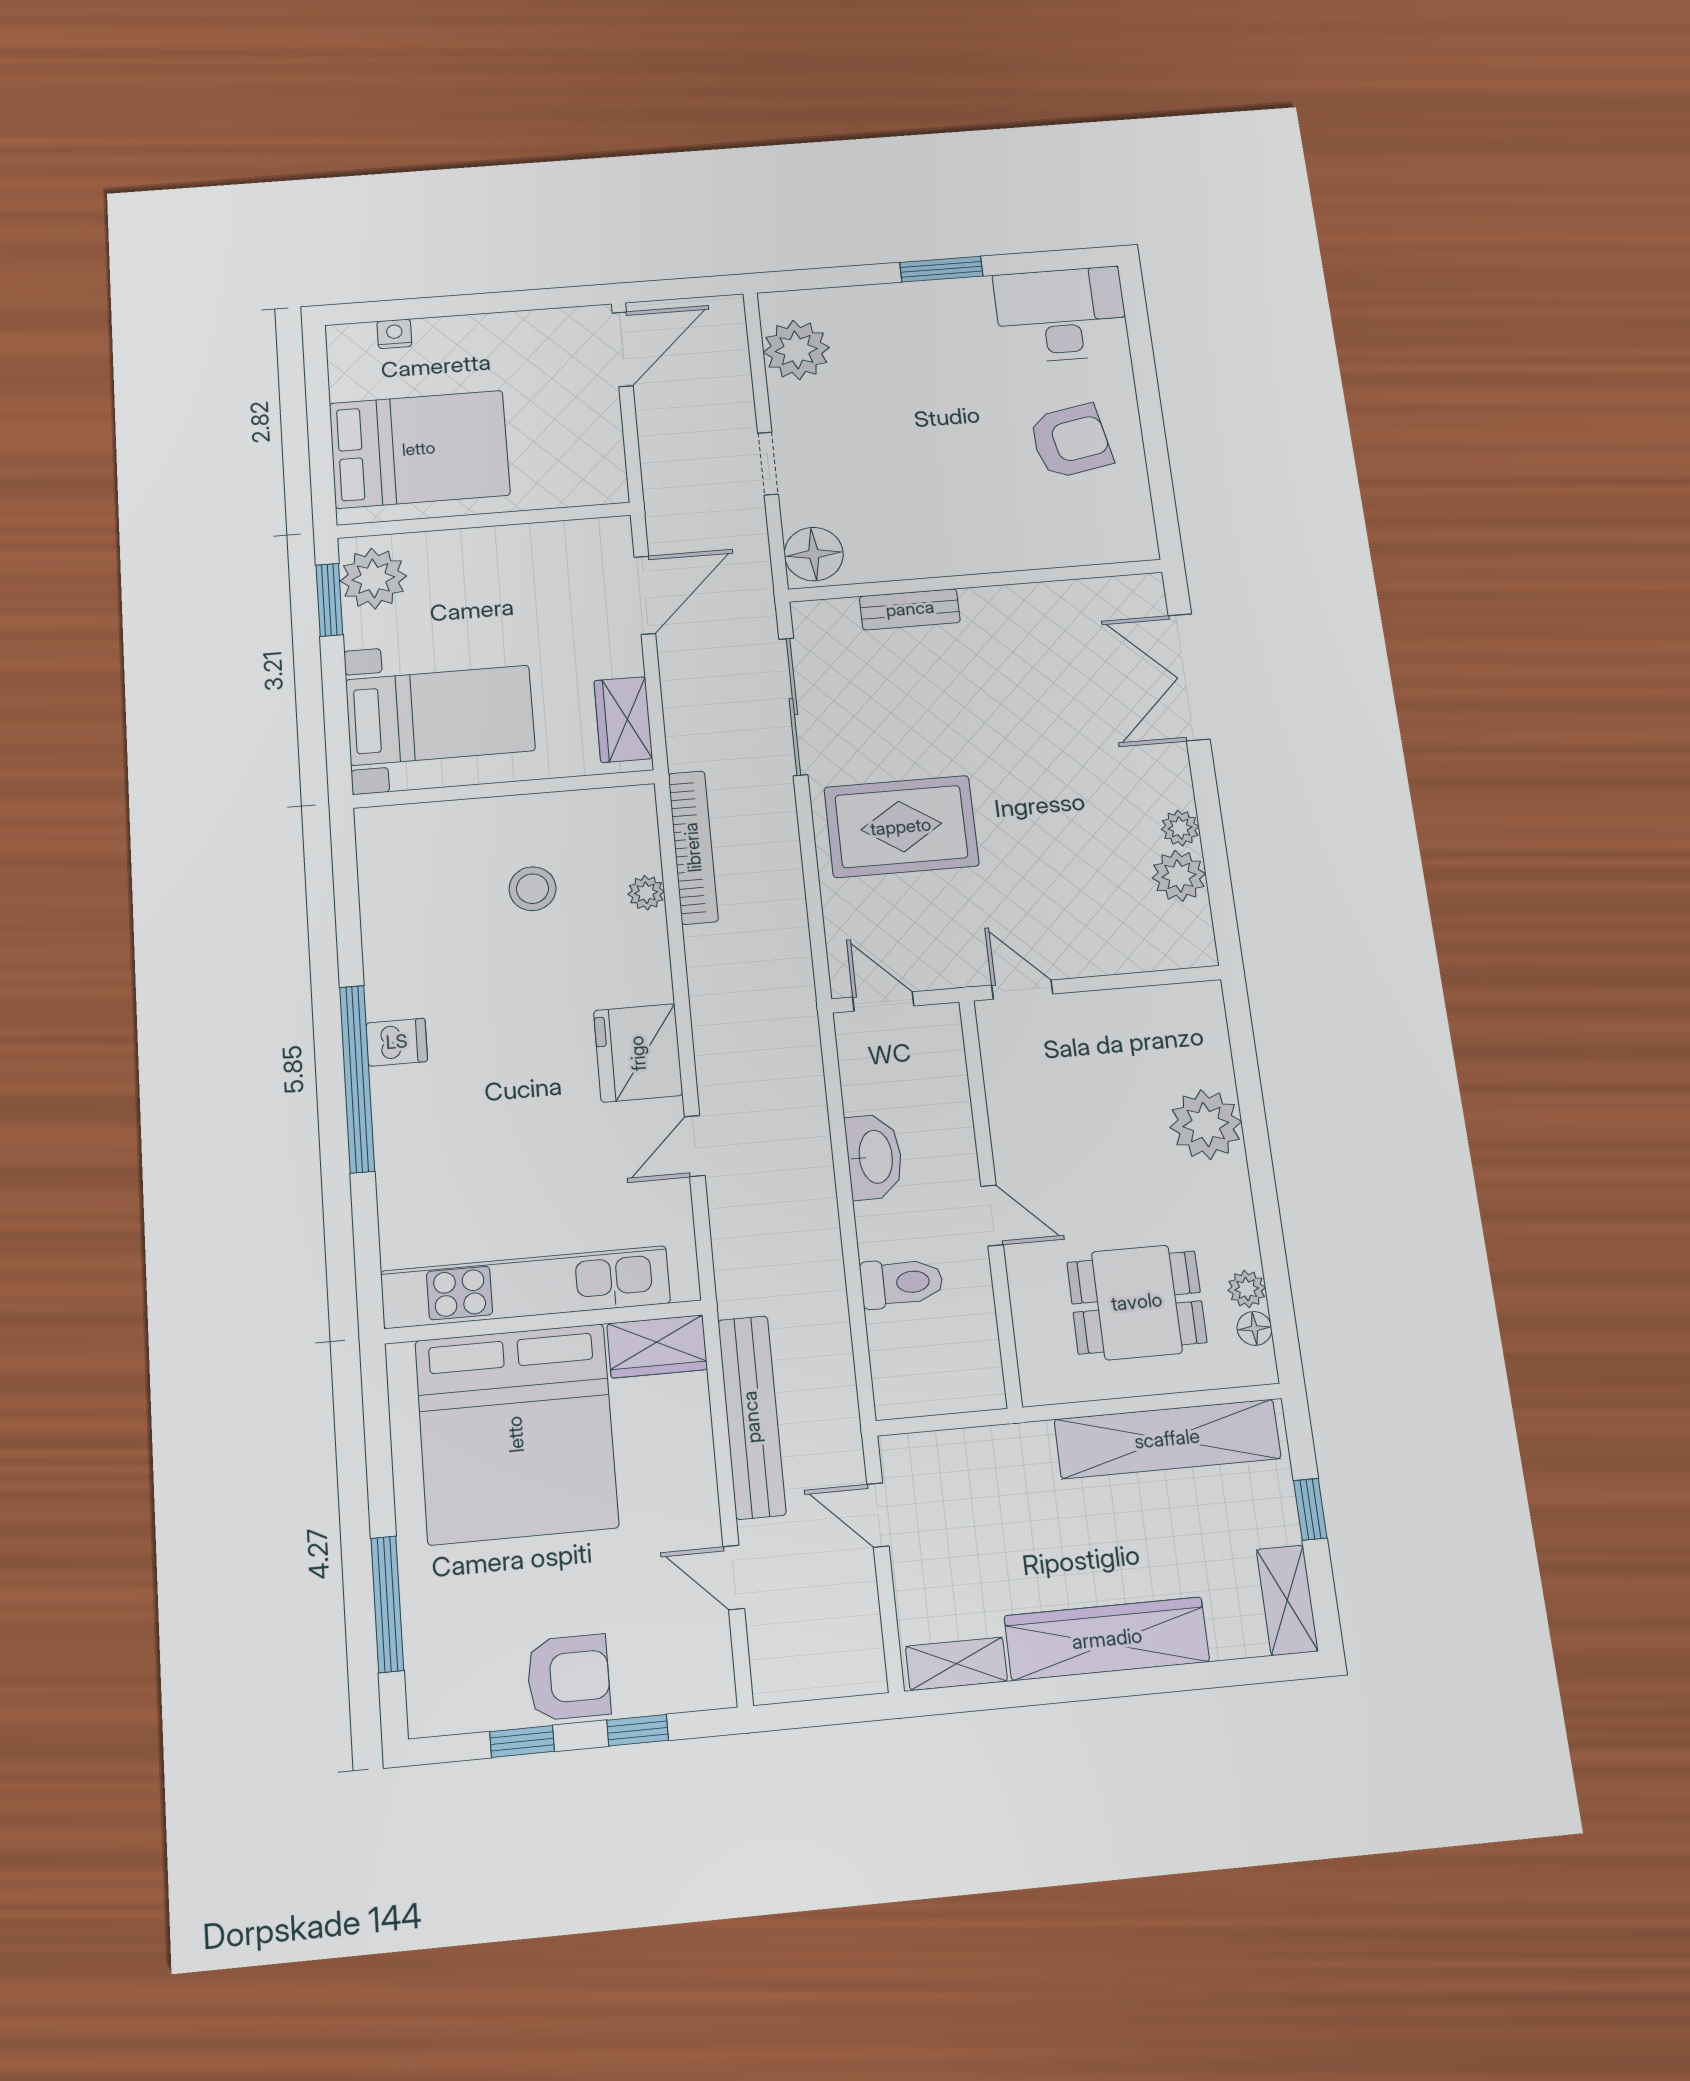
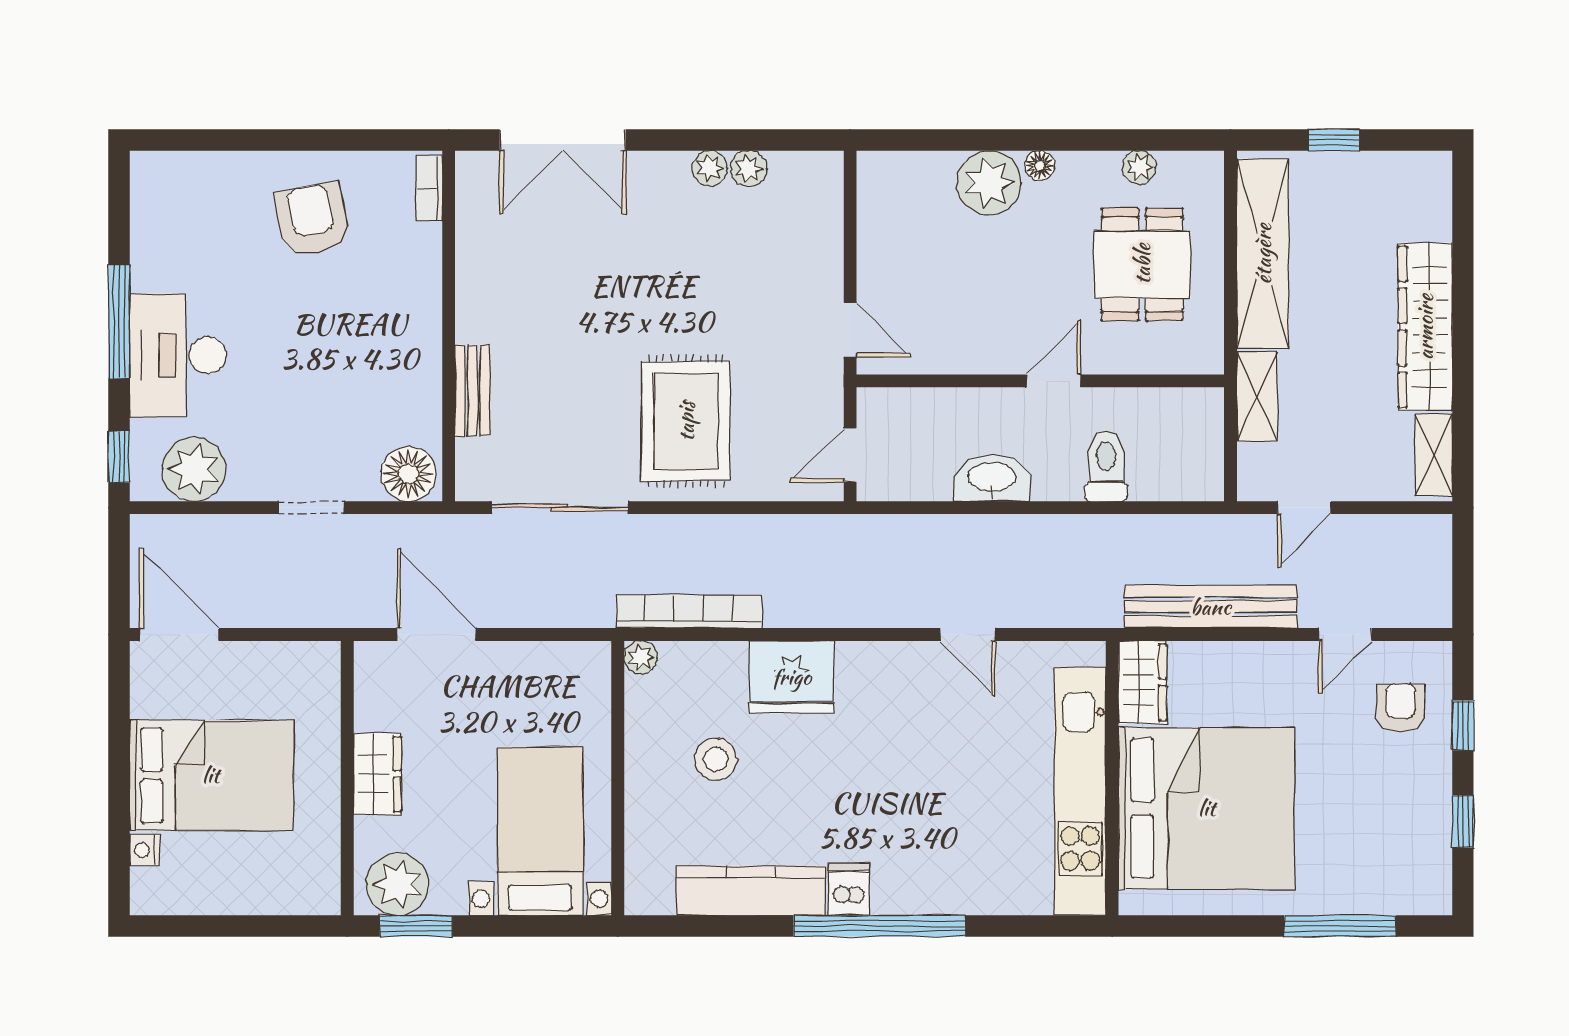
window: (941, 269) -> (119, 321), width x1.44
window: (802, 280) -> (119, 457), added
desk: (1061, 315) -> (178, 355), moved
bed: (419, 449) -> (211, 775), moved, turned 90
bookcase: (1119, 550) -> (429, 188), added
wardrobe: (623, 720) -> (377, 774), moved, turned -90
plant: (1179, 876) -> (749, 169), width x0.73, depth x0.73
plant: (646, 893) -> (641, 657), moved
kitchen counter: (389, 938) -> (751, 891), added
door: (1022, 990) -> (850, 330), swing flipped
fridge: (638, 1053) -> (792, 677), moved
floor lamp: (1254, 1328) -> (1040, 165), moved
shelving: (1287, 1600) -> (1257, 397), moved, turned 90
armchair: (568, 1677) -> (1401, 708), moved, width x0.72, depth x0.72

